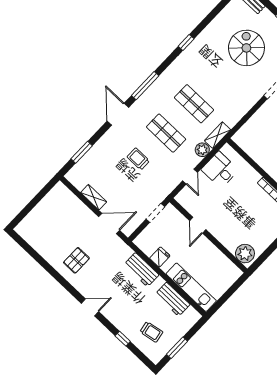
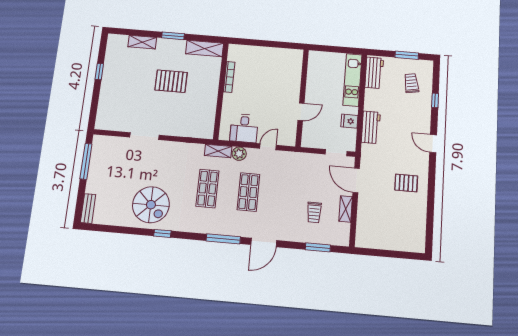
spiral stairs: (246, 48) -> (151, 205), moved, turned -90
trolley: (138, 159) -> (314, 212), moved
doorway: (155, 213) -> (336, 153), moved
plant: (245, 254) -> (293, 60), removed
workbench: (173, 299) -> (374, 73), moved

